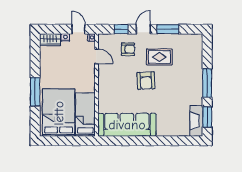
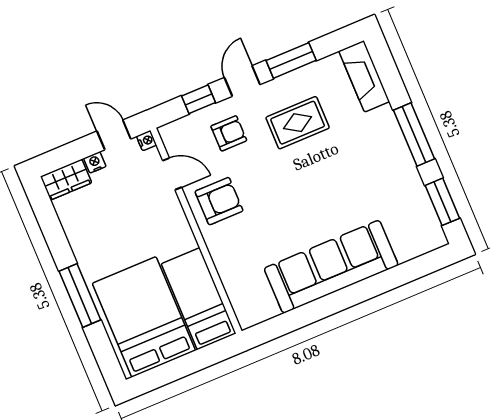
armchair: (146, 81) -> (219, 201), moved, turned -87
fireplace: (196, 121) -> (364, 76), moved
sofa: (127, 125) -> (331, 267), moved

